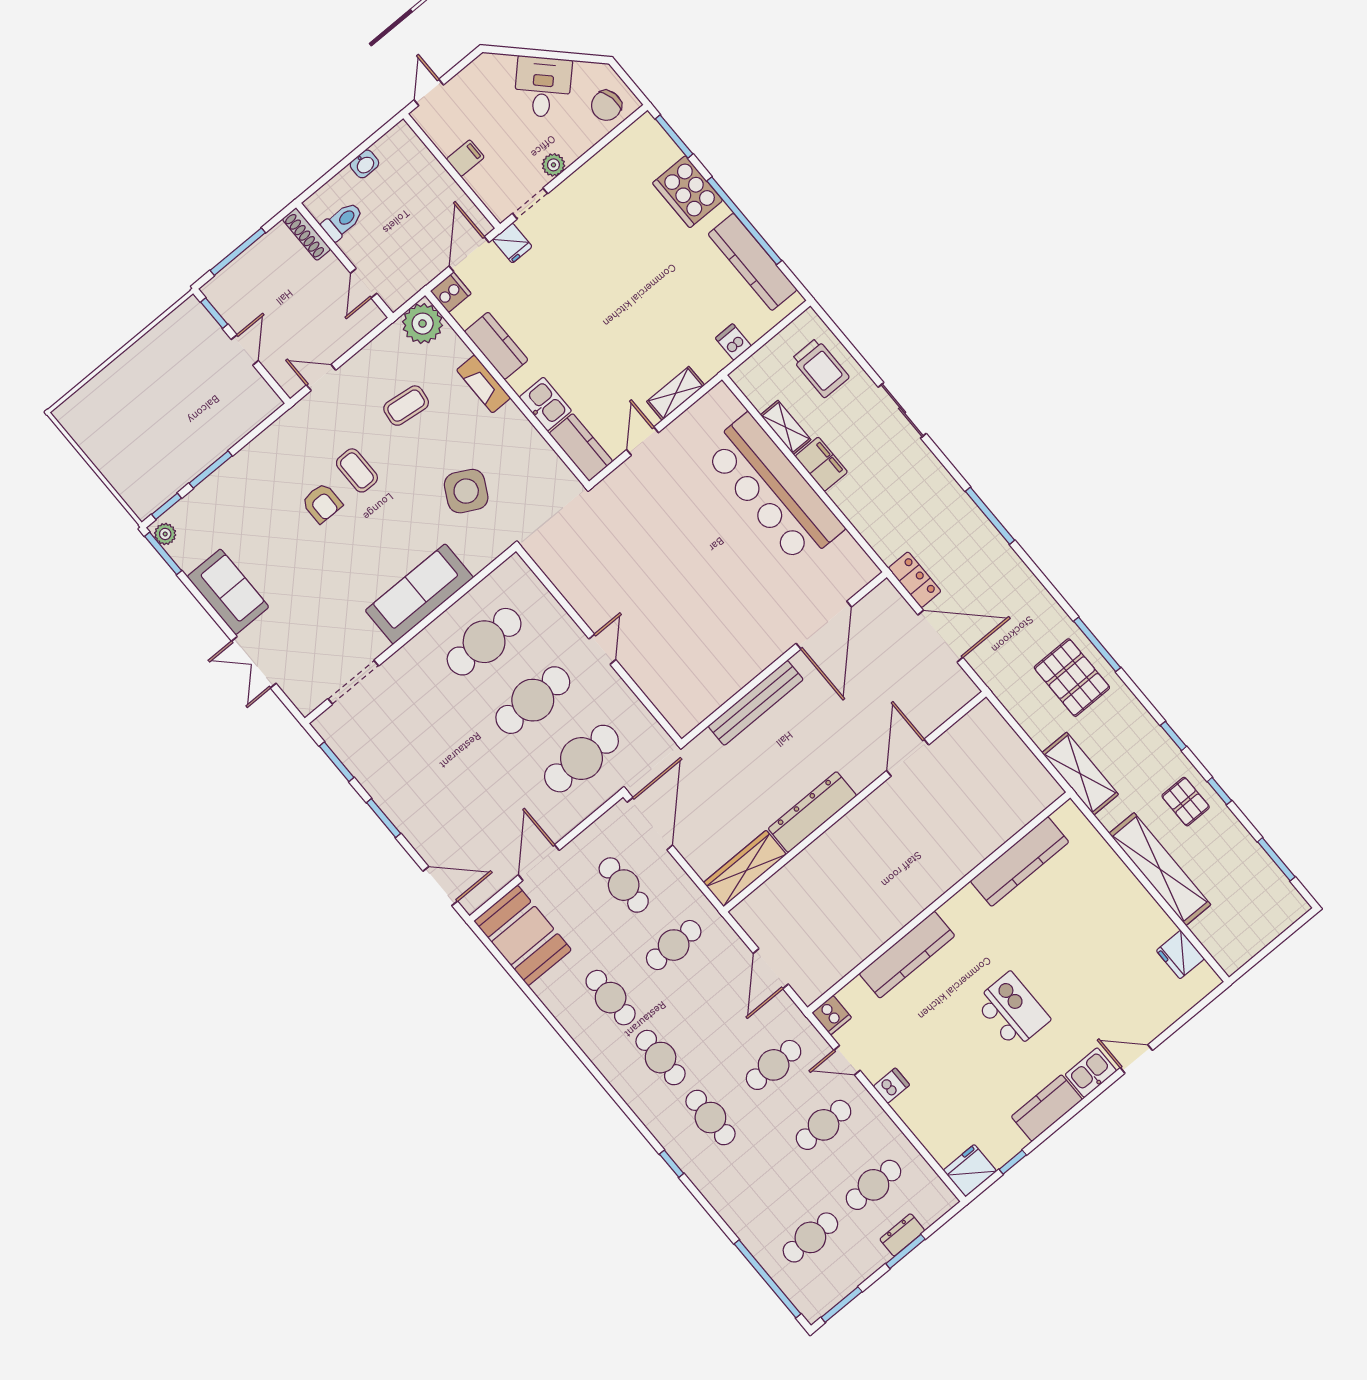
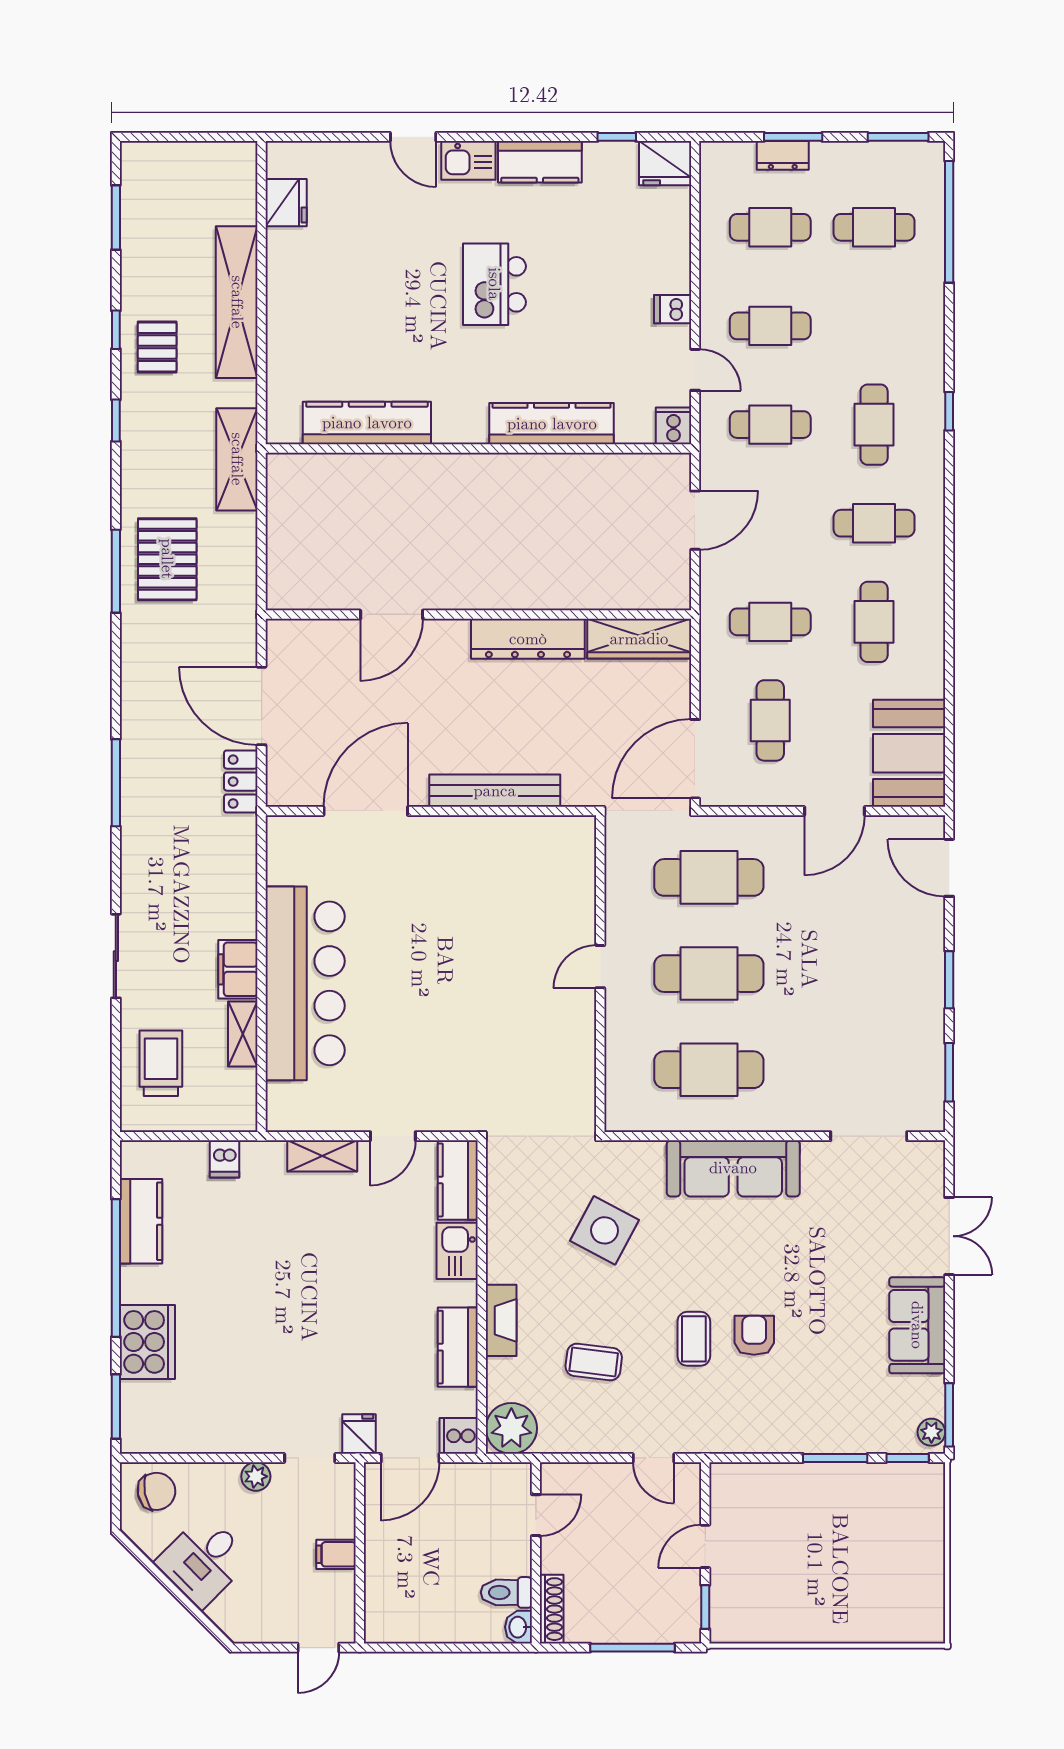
washbasin: (364, 164) -> (519, 1627), moved, turned -90
kitchen counter: (753, 262) -> (141, 1221), width x0.67
cafe table: (661, 1058) -> (874, 523), turned 90

